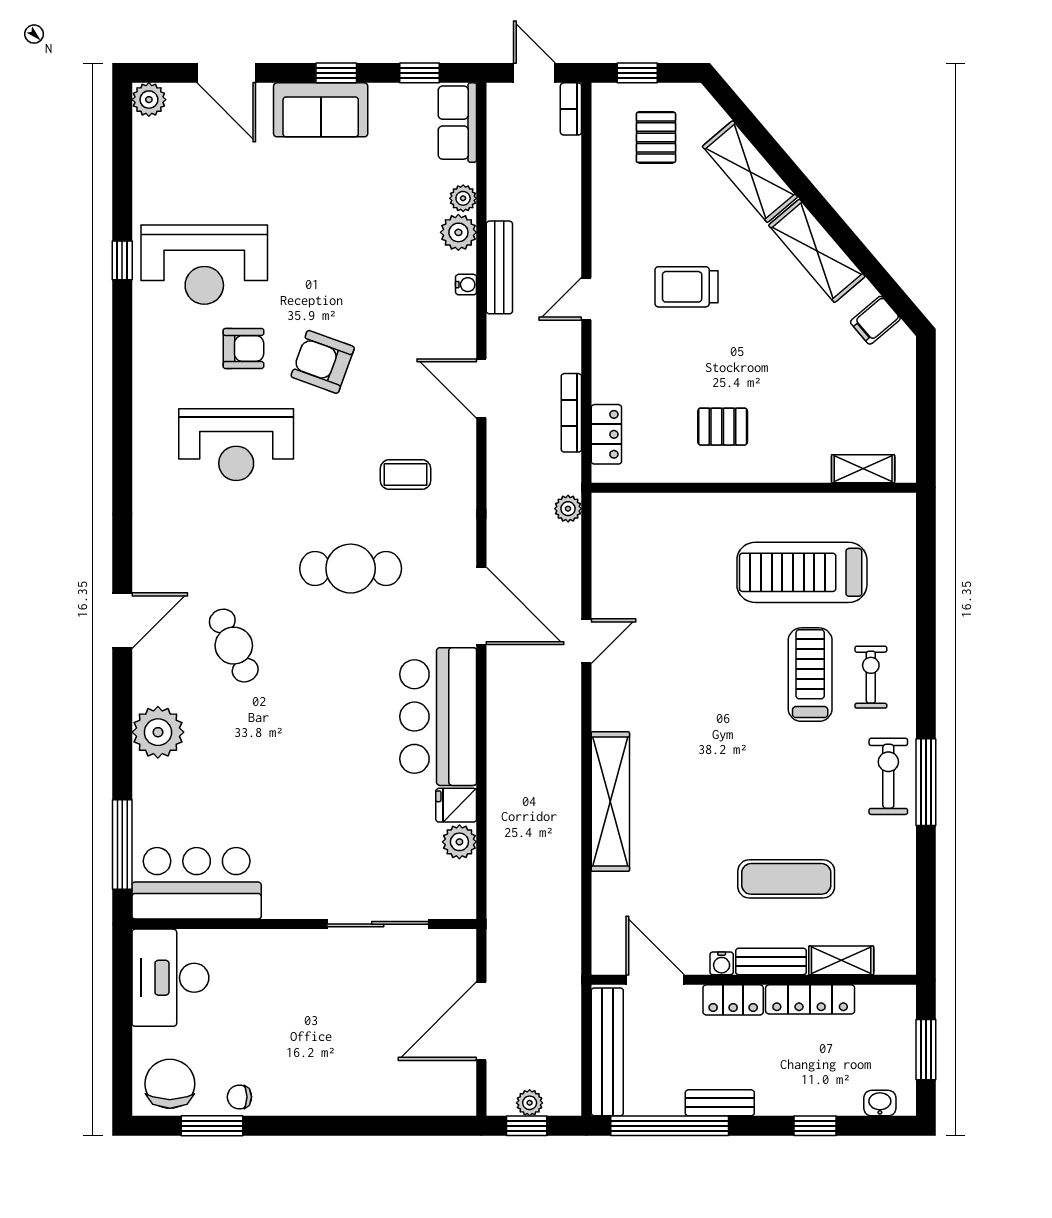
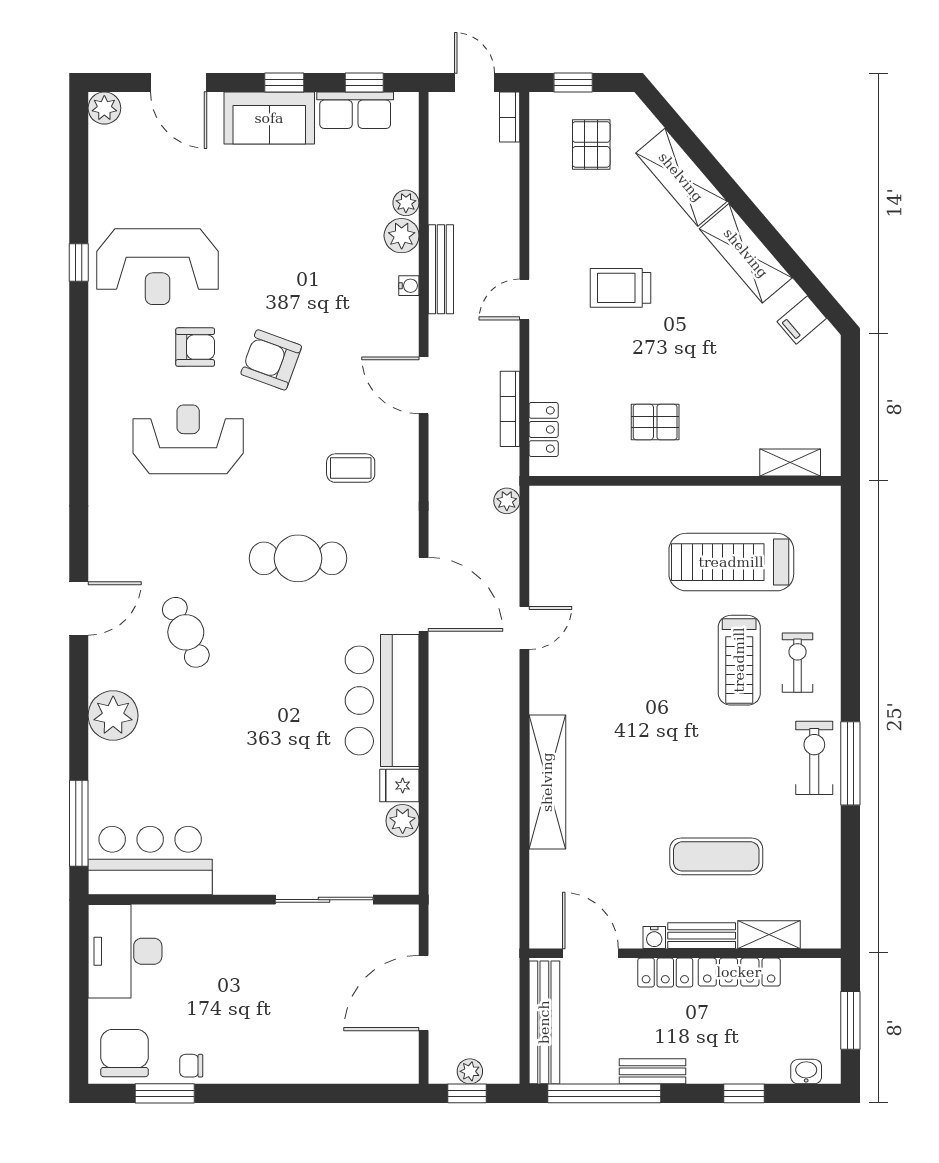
row of seats: (457, 123) -> (355, 110), moved, turned -90
reception desk: (236, 445) -> (188, 439), turned 180
treadmill: (810, 675) -> (739, 660), turned 180

